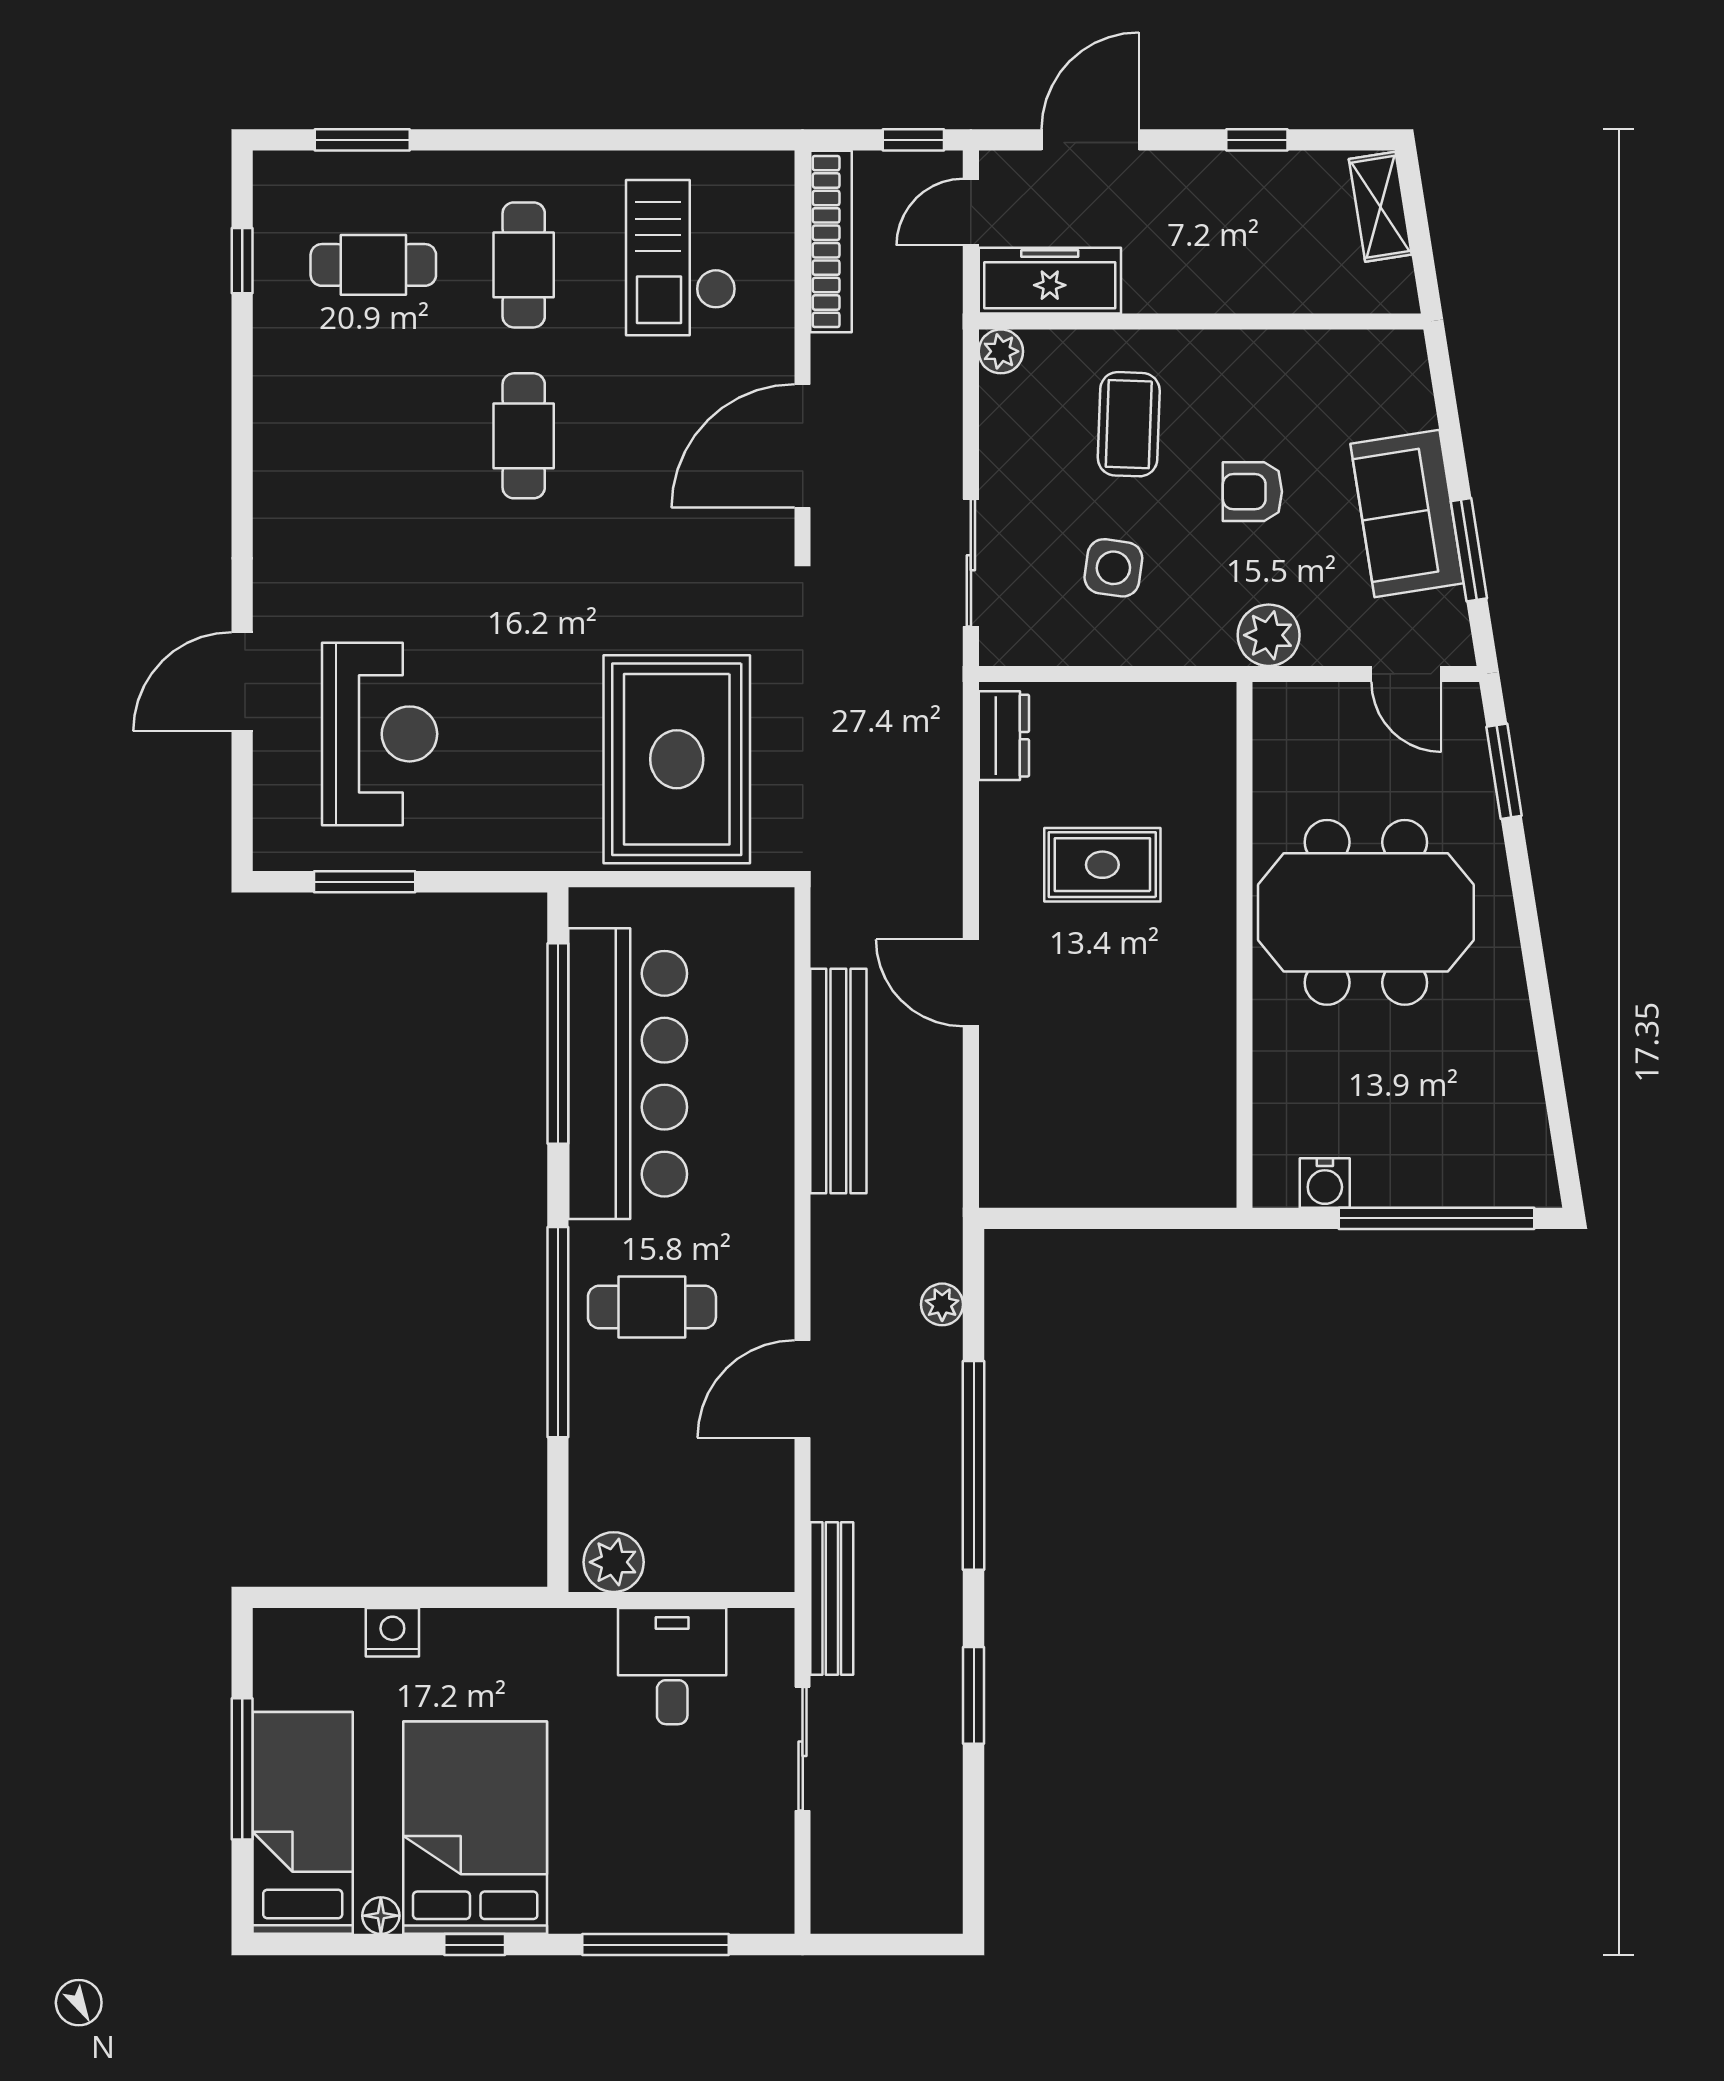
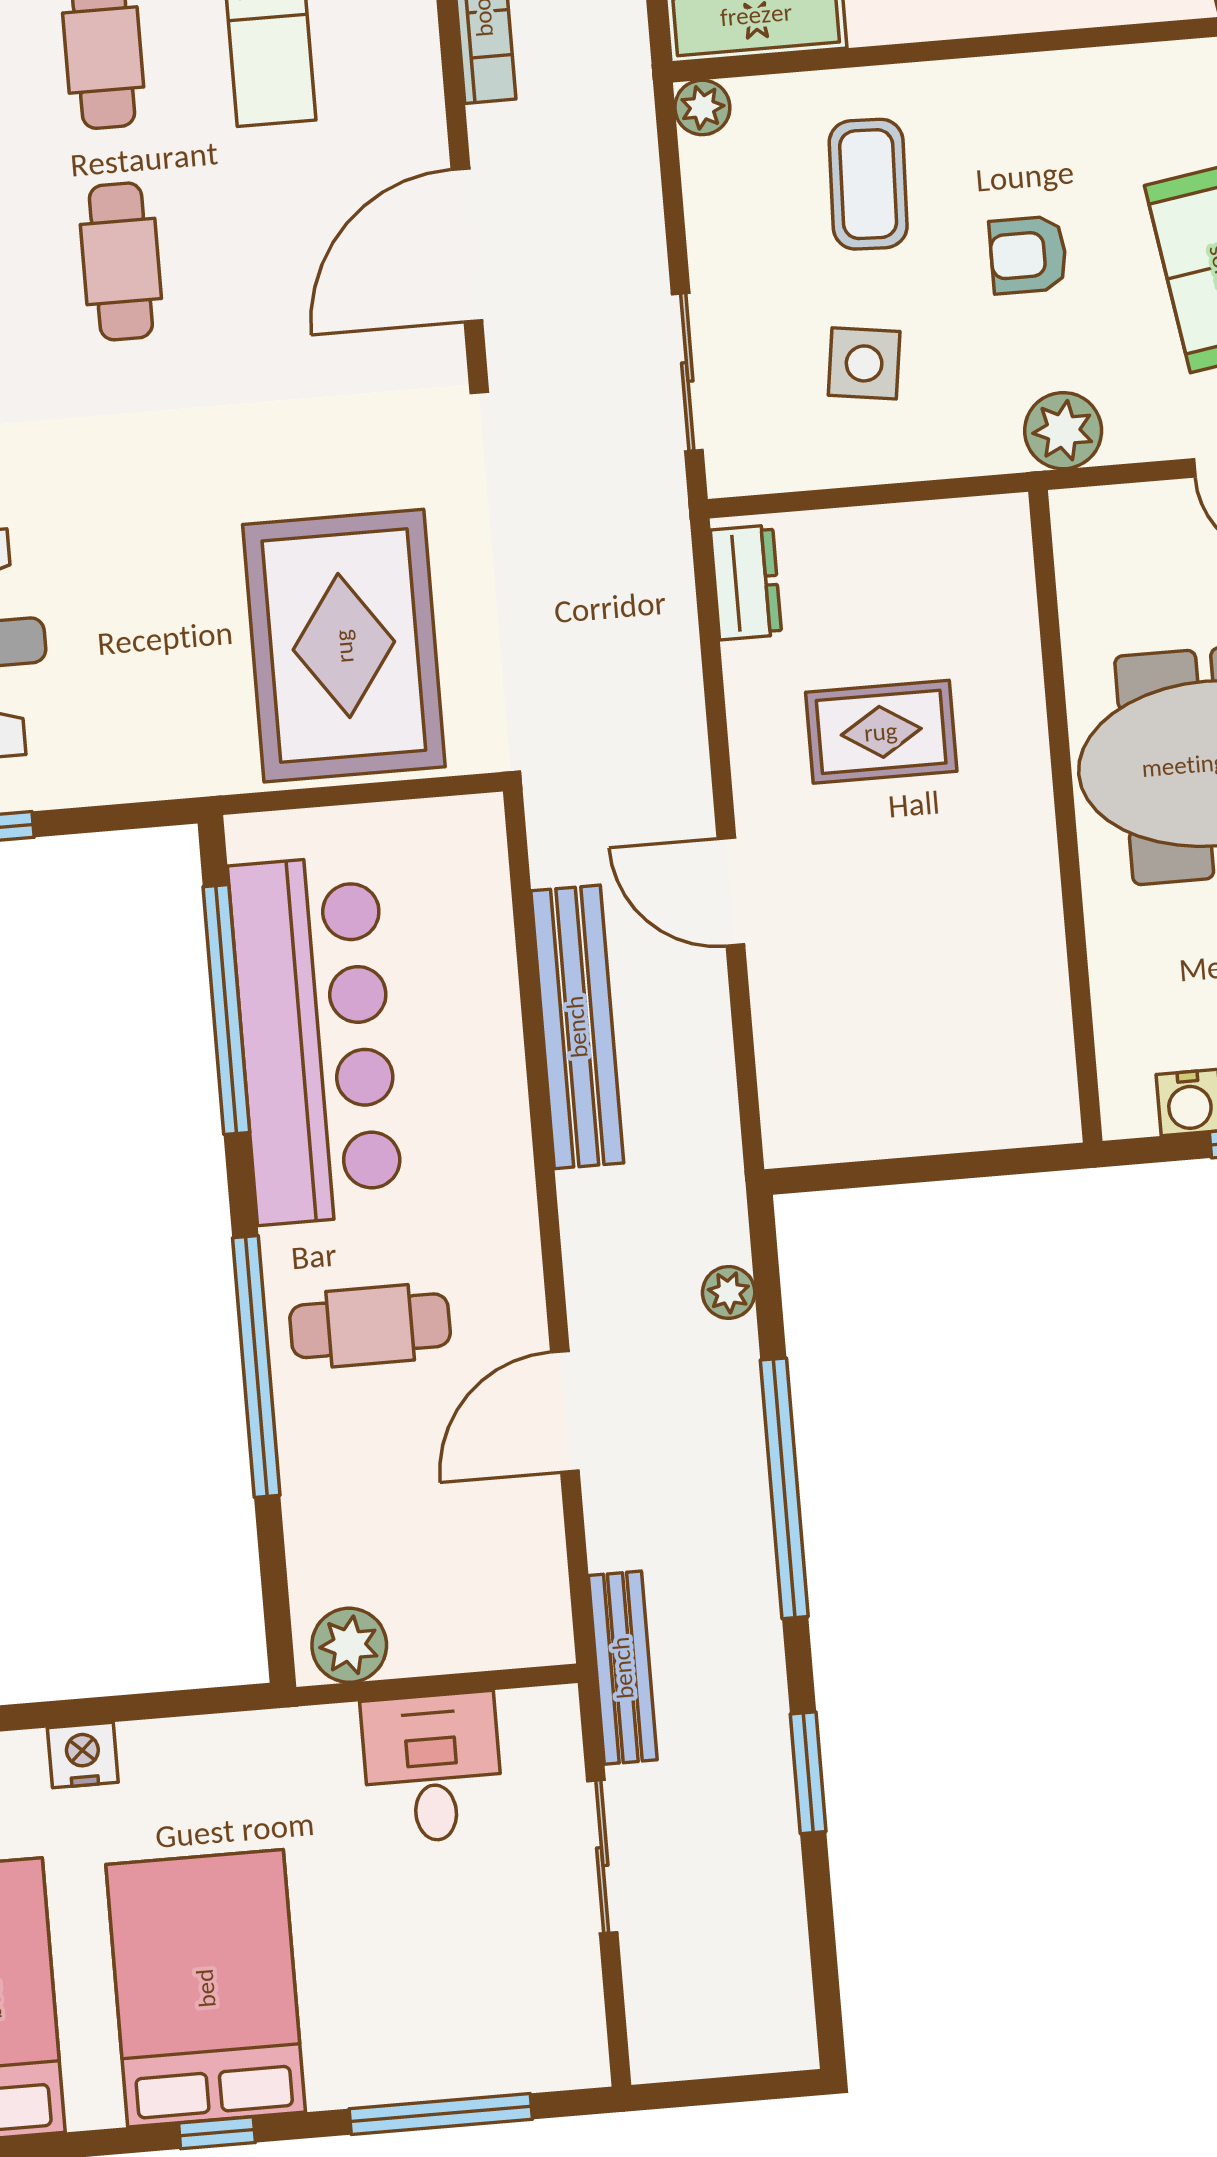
floor lamp: (381, 1916) -> (98, 2107), removed

